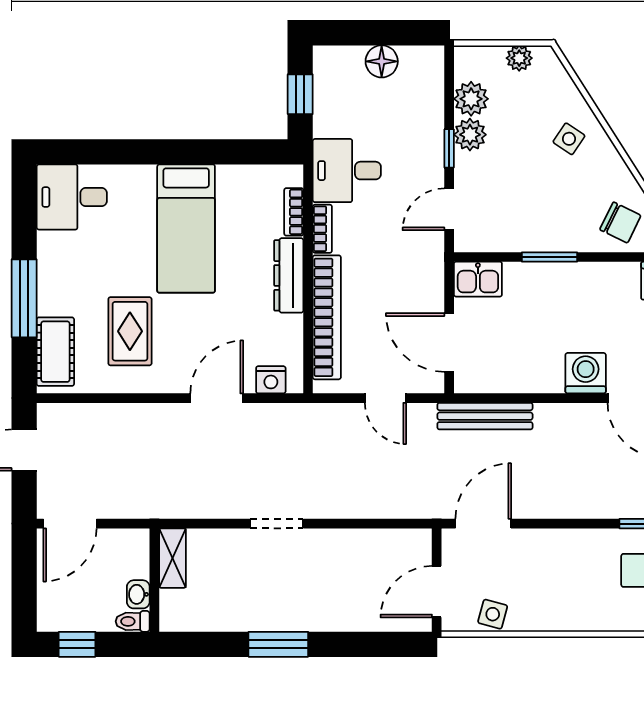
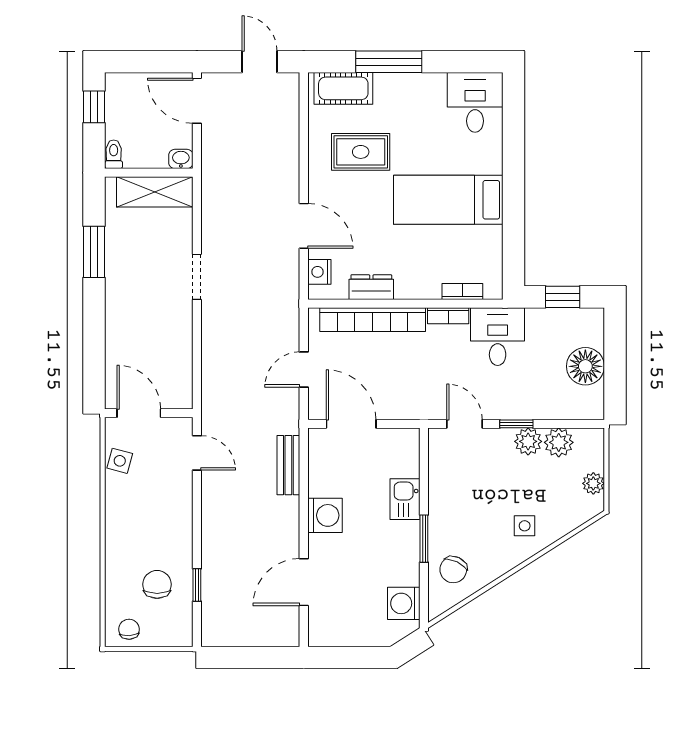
floor lamp: (382, 61) -> (585, 366), width x1.38, depth x1.38
side table: (569, 139) -> (525, 526), turned -34
window: (549, 257) -> (424, 539), moved
dresser: (289, 275) -> (371, 287), moved, width x0.70
kitchen sink: (478, 279) -> (405, 499), moved
door: (449, 342) -> (351, 424), hinge flipped
washing machine: (586, 373) -> (325, 515), moved
bench: (485, 416) -> (288, 465), width x0.73
door: (483, 524) -> (197, 453), width x0.73
shelving: (172, 558) -> (155, 192), width x1.50, depth x1.33
washbasin: (138, 594) -> (181, 159), moved
window: (278, 644) -> (94, 252), moved

